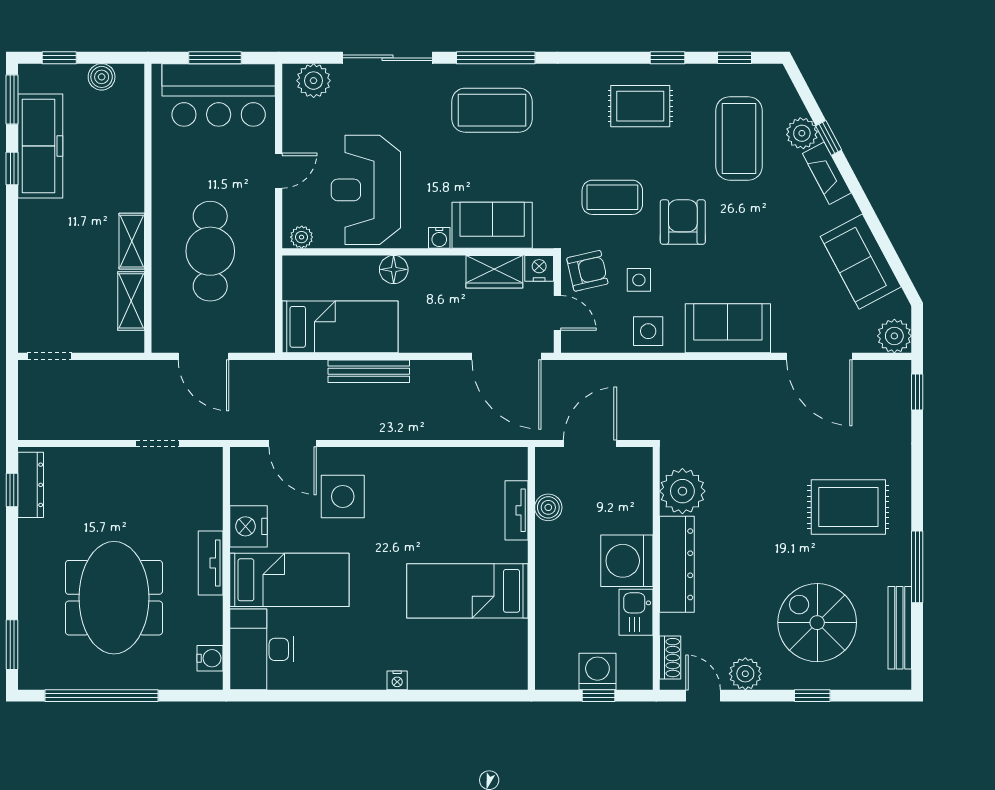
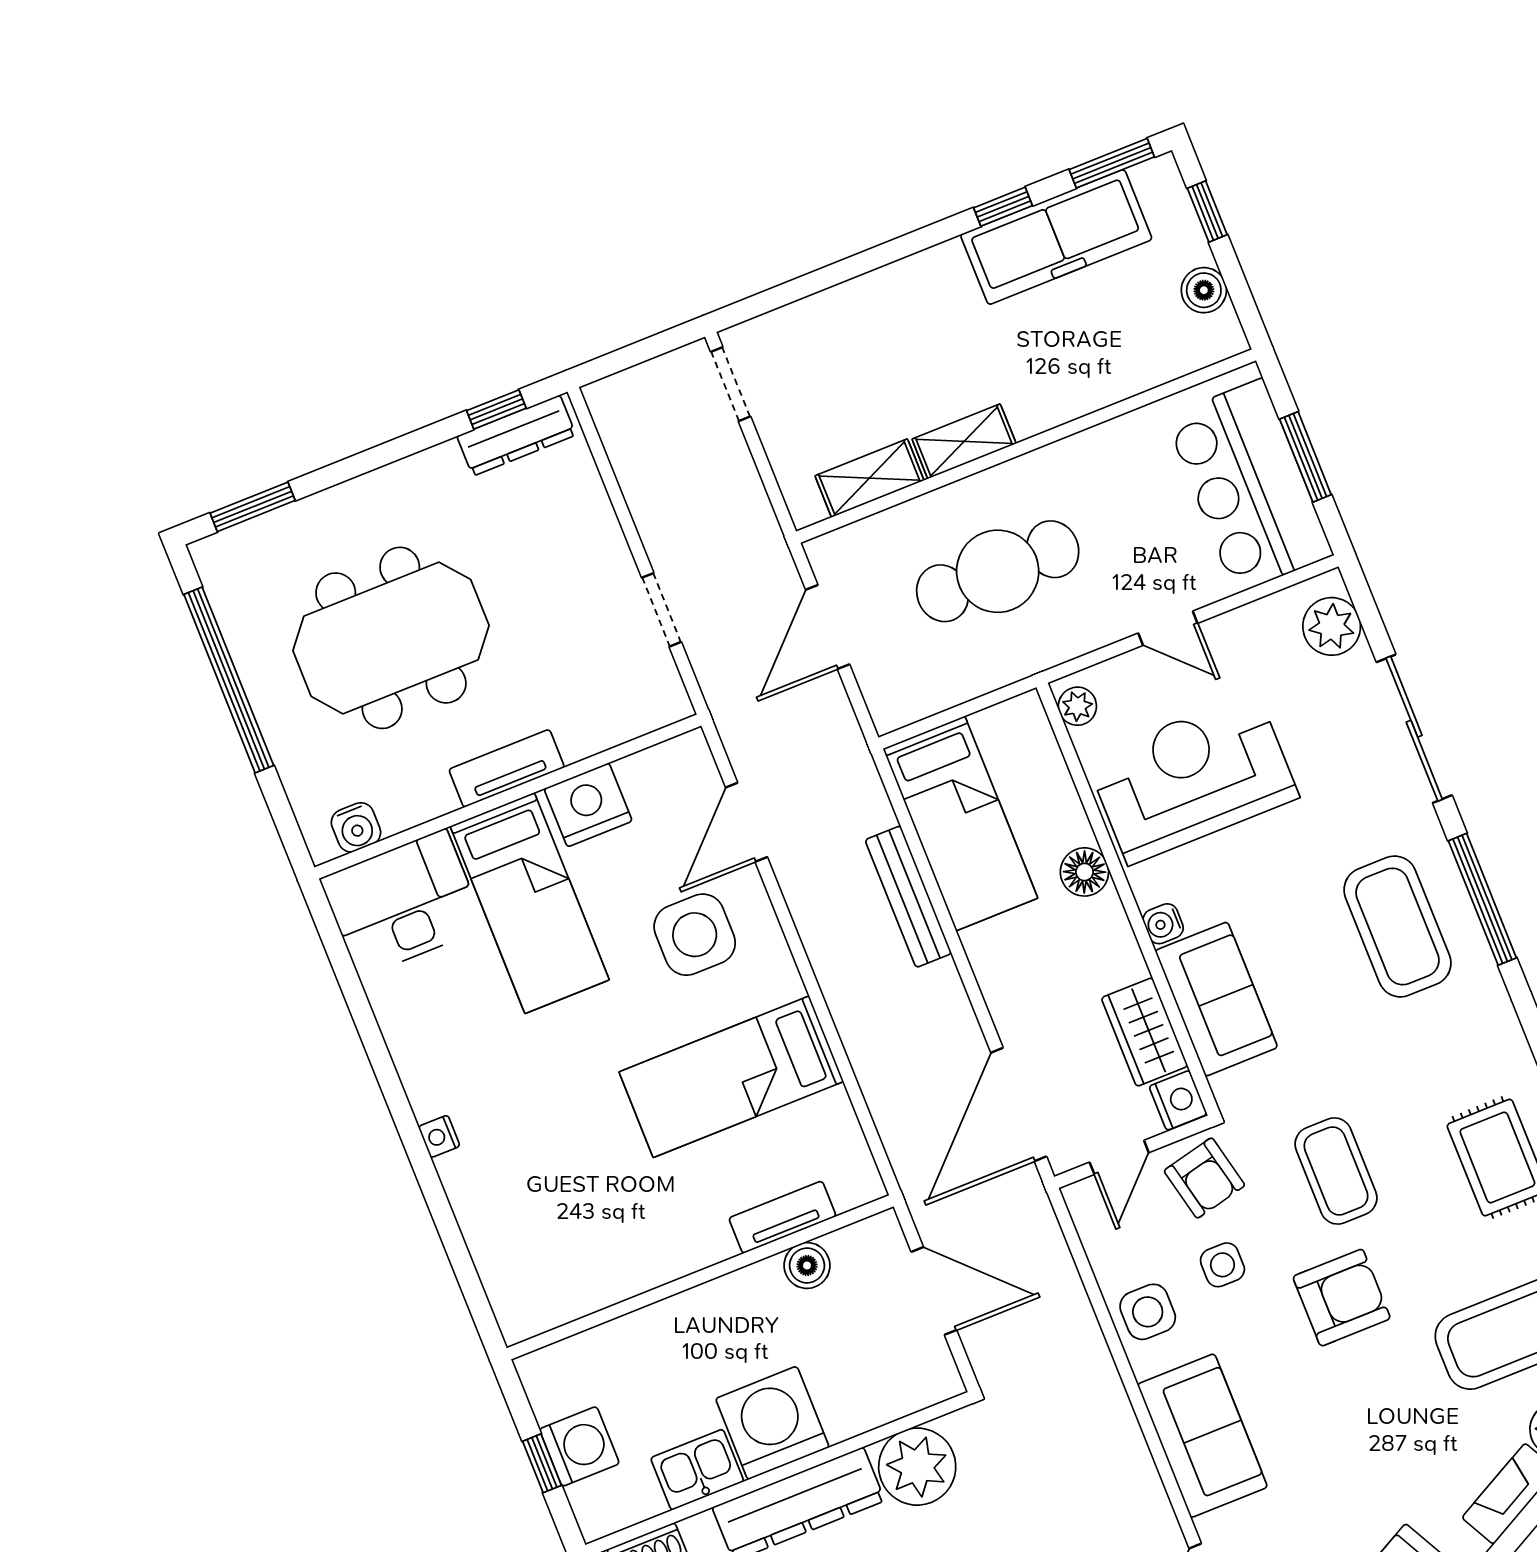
bed: (467, 591) -> (731, 1077), moved, turned -90

